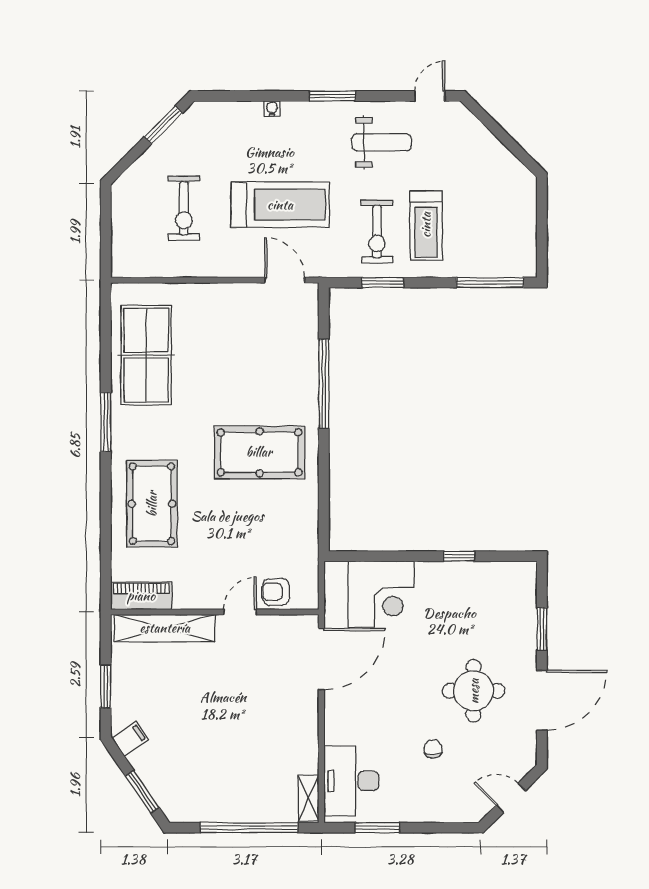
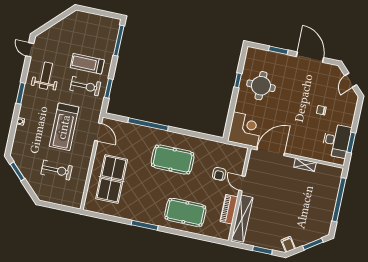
treadmill: (280, 205) -> (64, 127), turned 180
treadmill: (426, 225) -> (87, 64), turned 180
door: (285, 280) -> (98, 132), swing flipped
table tennis table: (146, 355) -> (112, 179), moved, turned 90
pool table: (259, 452) -> (173, 160), turned 90
armchair: (276, 592) -> (219, 174), moved
corner desk: (381, 594) -> (245, 130), moved
piano: (141, 596) -> (229, 209), moved
door: (321, 659) -> (271, 152), hinge flipped
round table: (474, 691) -> (261, 86), moved
desk: (351, 781) -> (337, 141), moved, turned -90
shelving: (309, 798) -> (305, 165), moved

